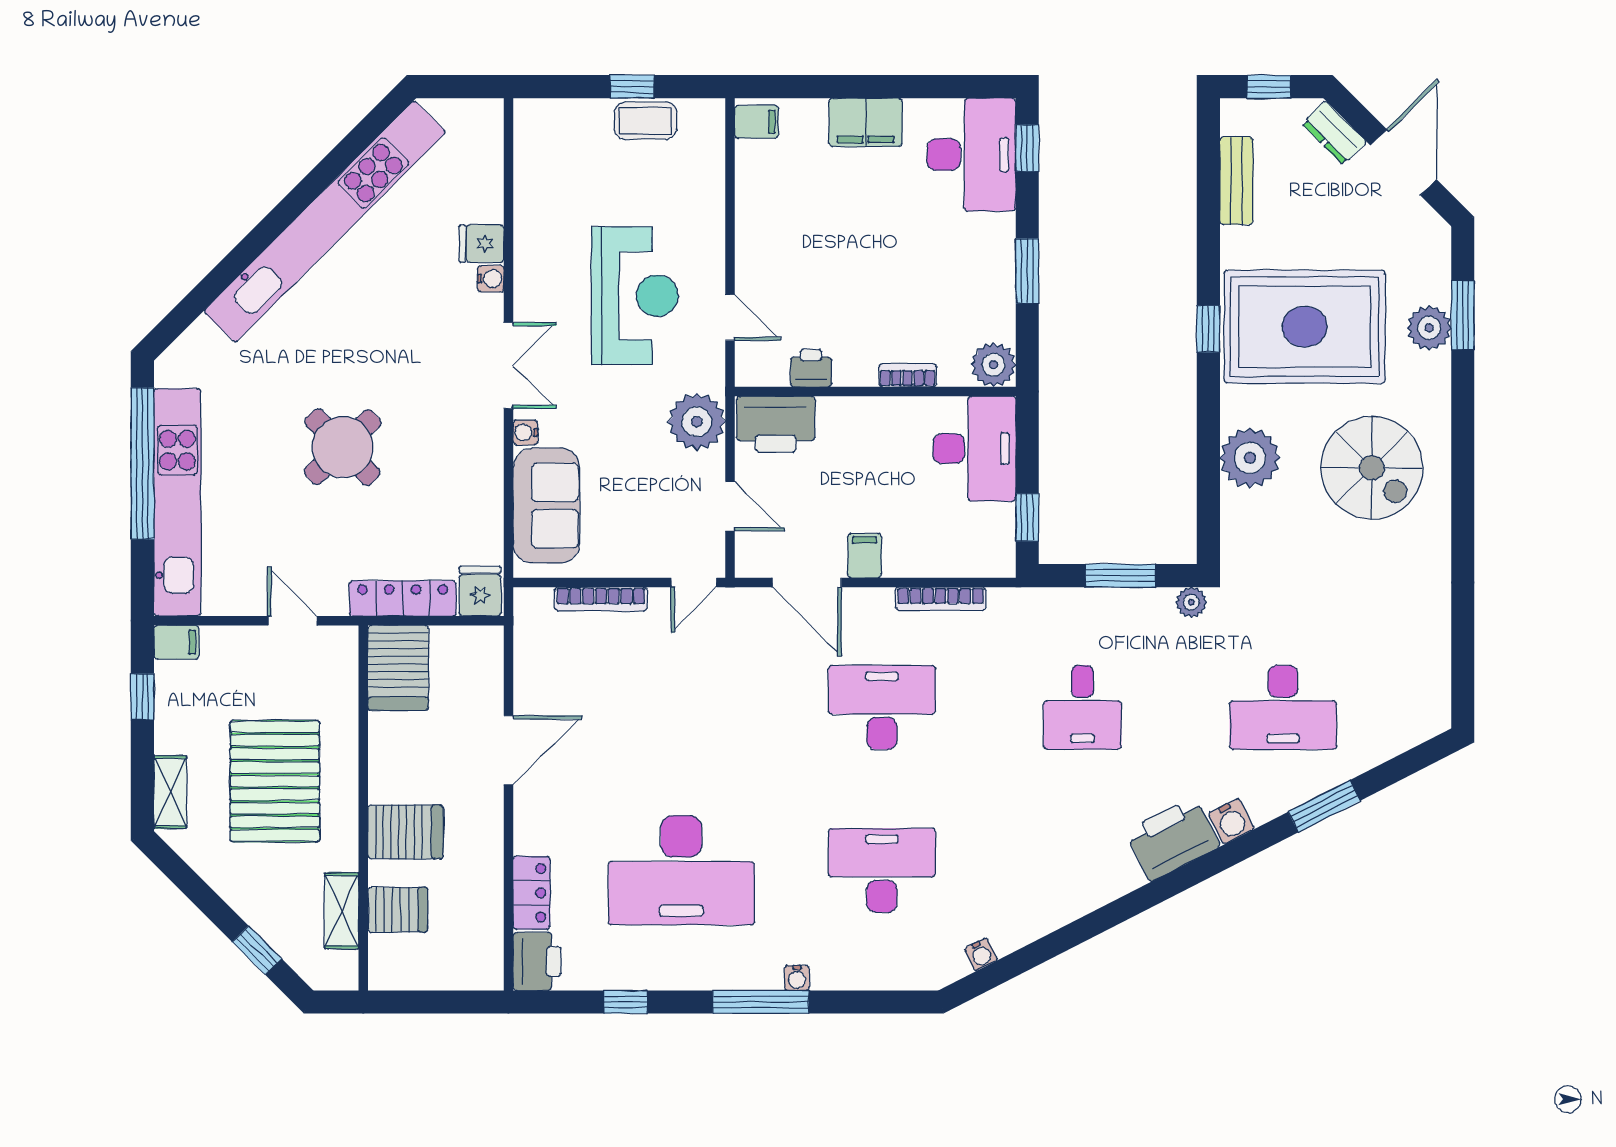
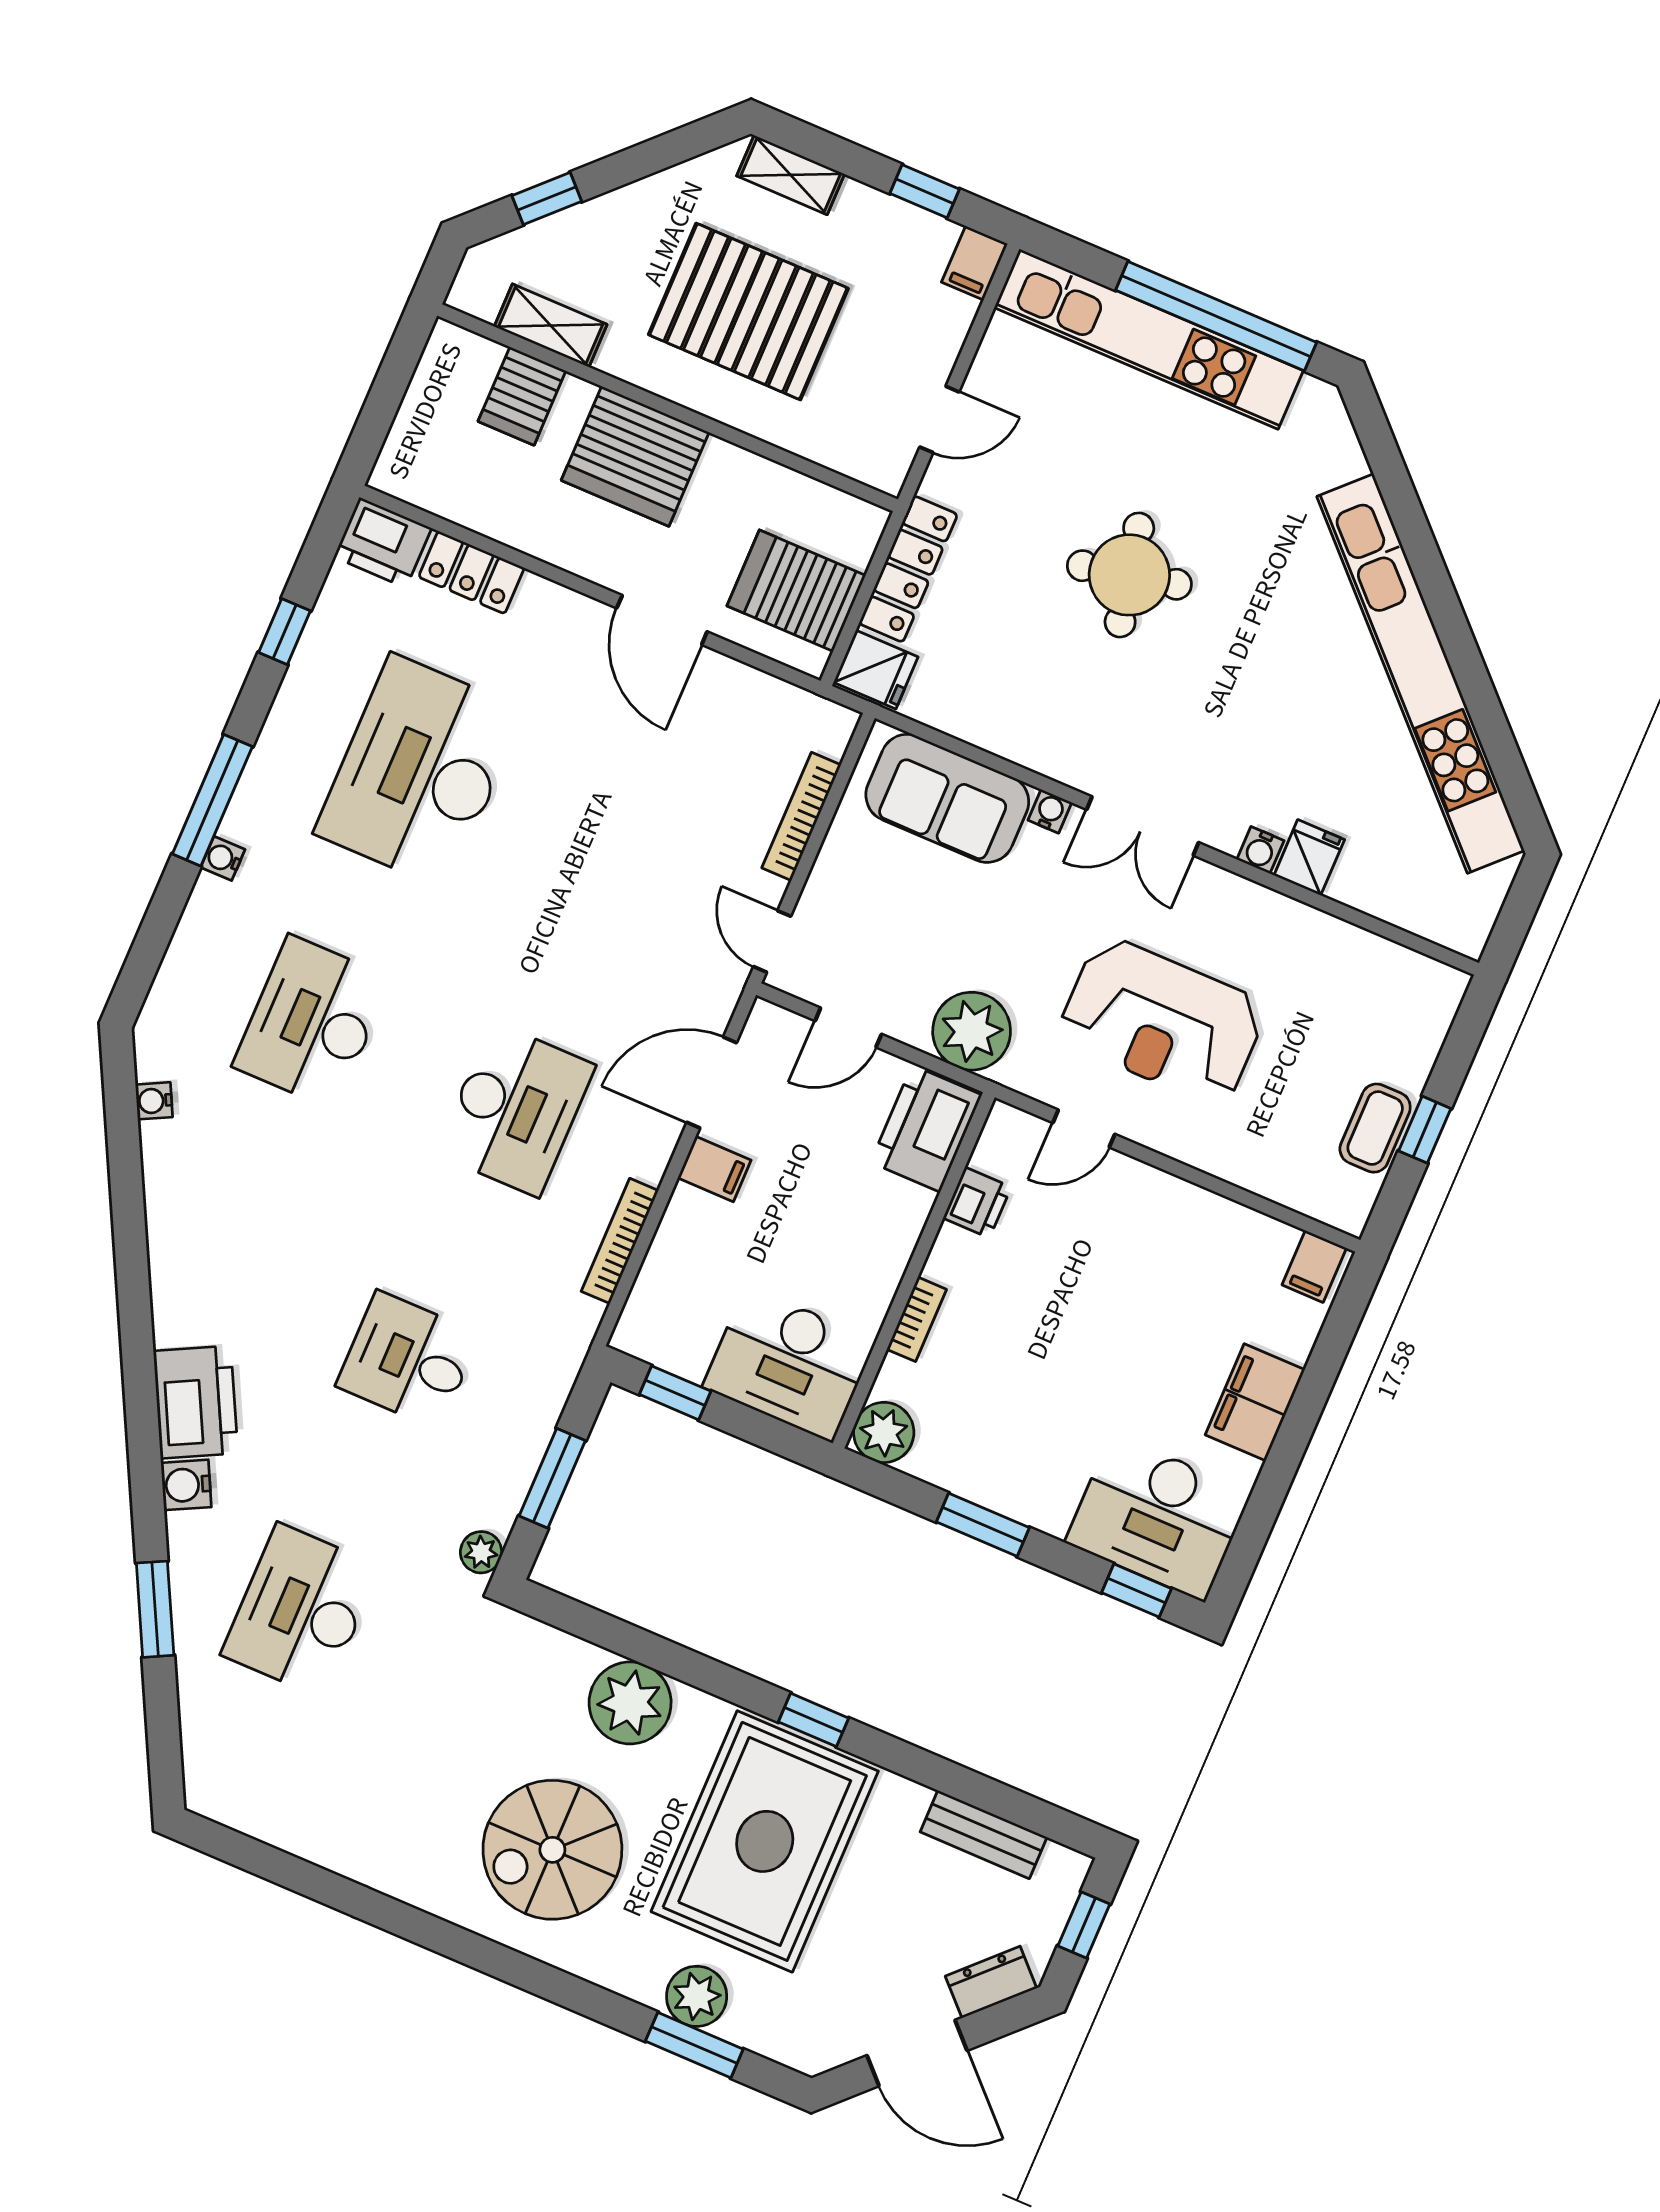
round table: (343, 447) -> (1129, 575), turned 32
server rack: (398, 668) -> (796, 591), moved
server rack: (406, 832) -> (635, 456), width x1.60
desk: (882, 870) -> (312, 1022), turned 180

